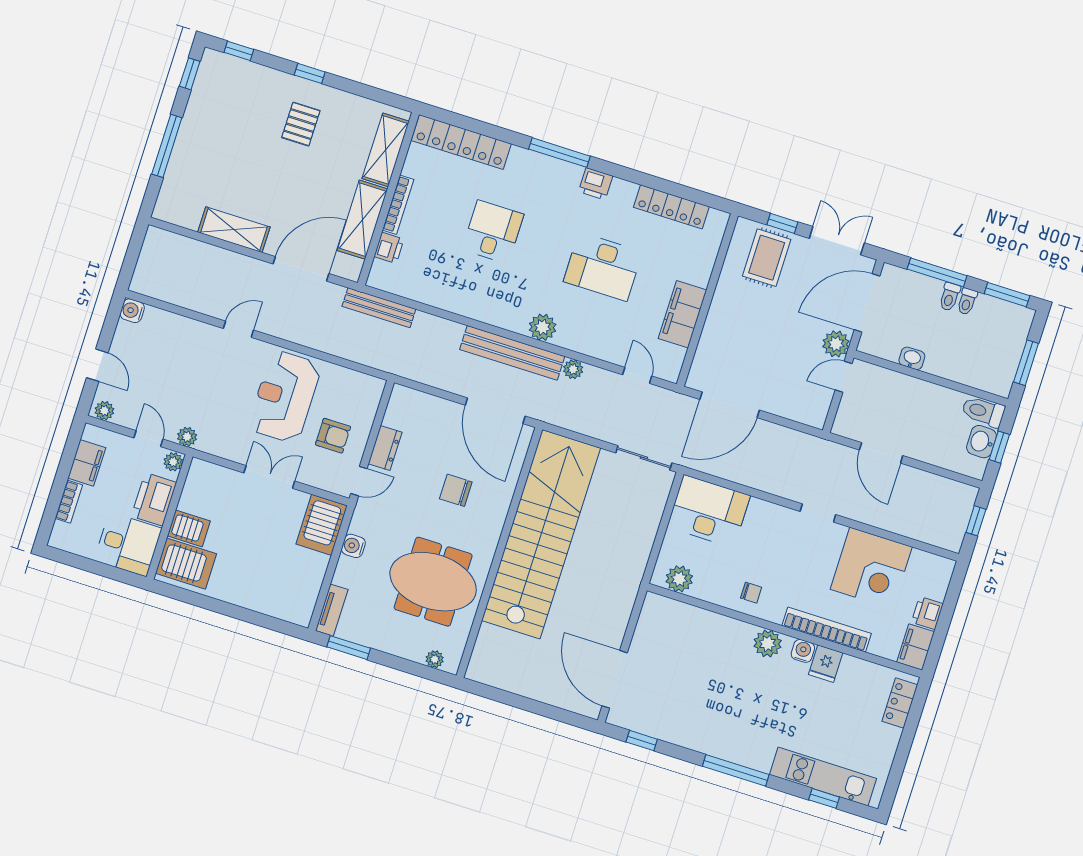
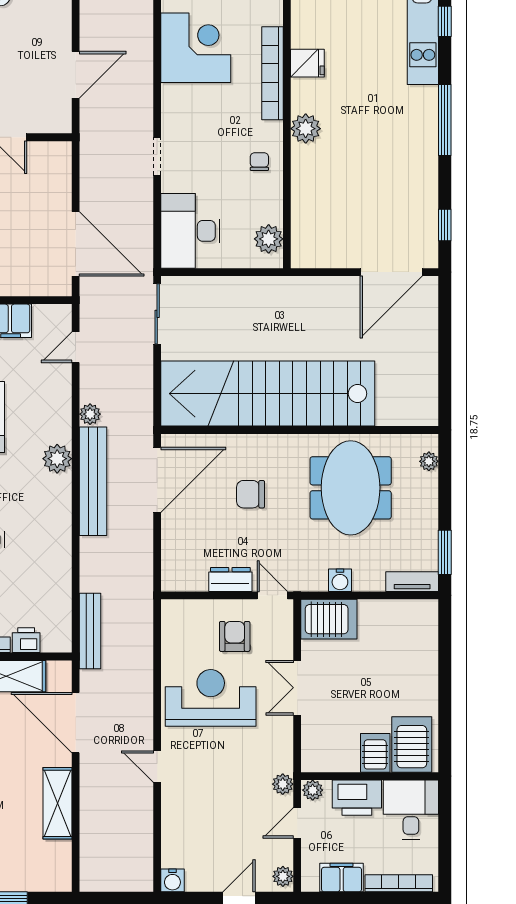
reception desk: (285, 397) -> (211, 698), turned 180
chair: (456, 490) -> (251, 494), turned 90
bookcase: (69, 502) -> (399, 883), width x1.56
doorway: (818, 513) -> (157, 156), moved
water cooler: (803, 651) -> (302, 90), removed

